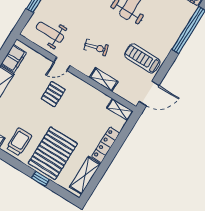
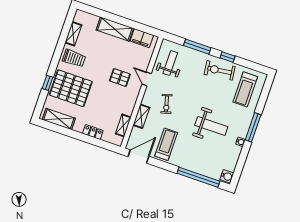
door: (149, 94) -> (138, 157), swing flipped
shelving: (120, 110) -> (123, 125), moved
locker: (106, 145) -> (93, 132), width x0.66

